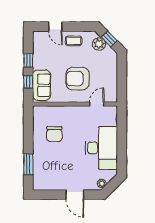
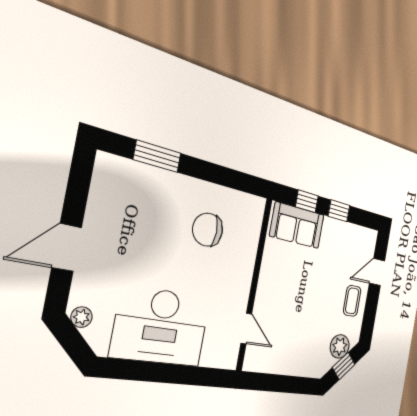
armchair: (78, 79) -> (295, 297), removed

